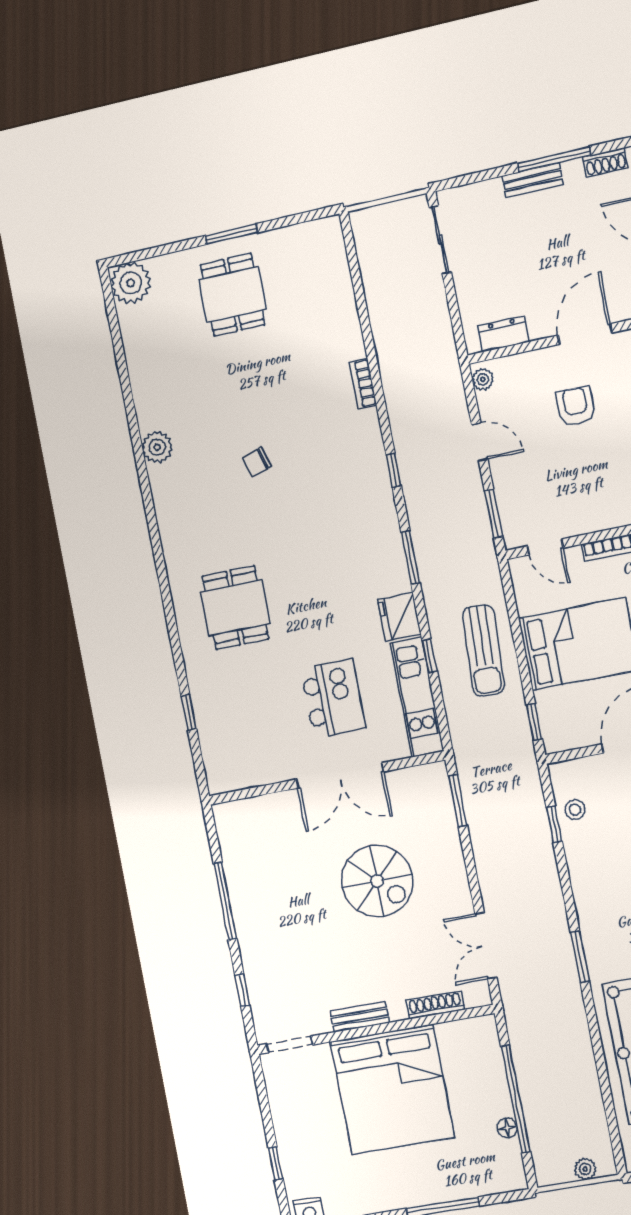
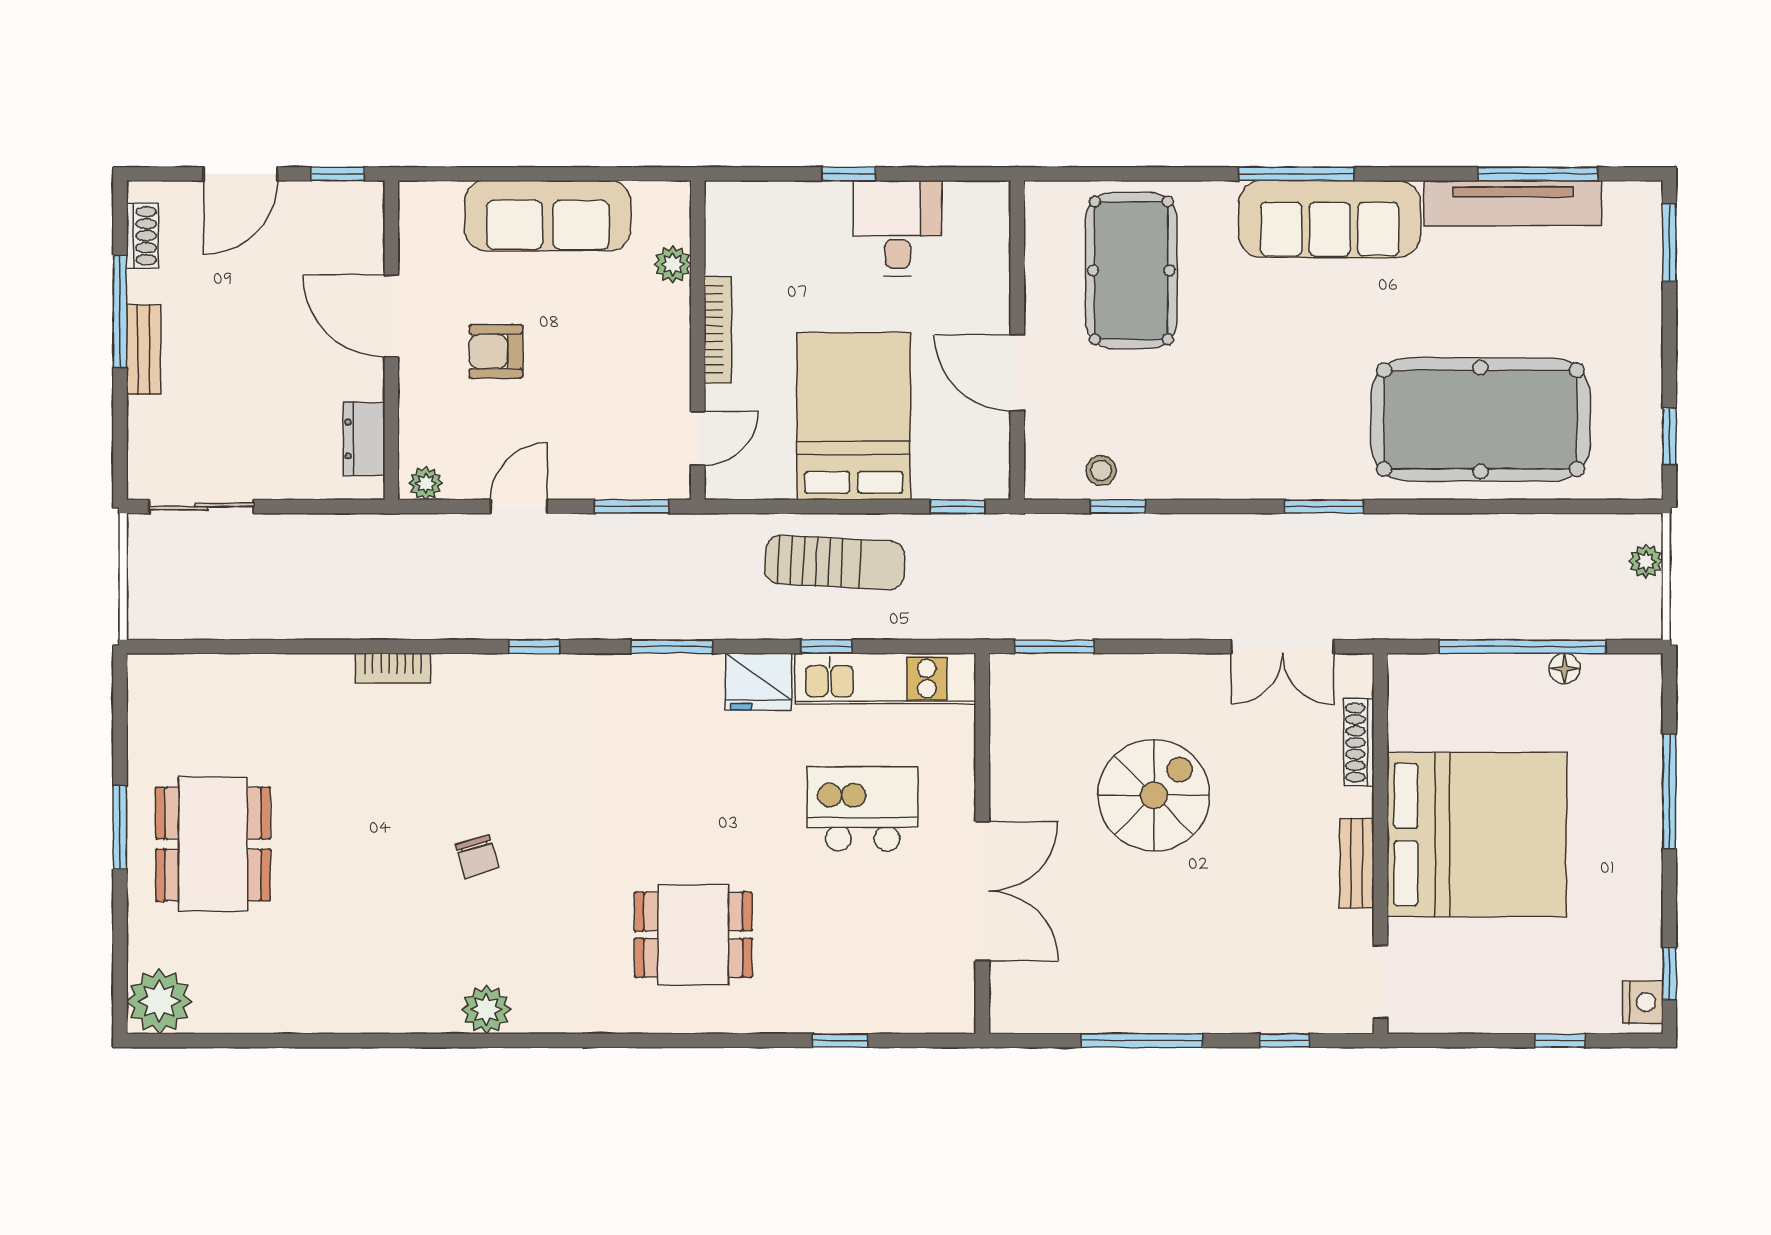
dining table: (232, 295) -> (213, 844), width x1.38
plant: (157, 447) -> (486, 1009), moved
double door: (340, 776) -> (982, 891), moved

